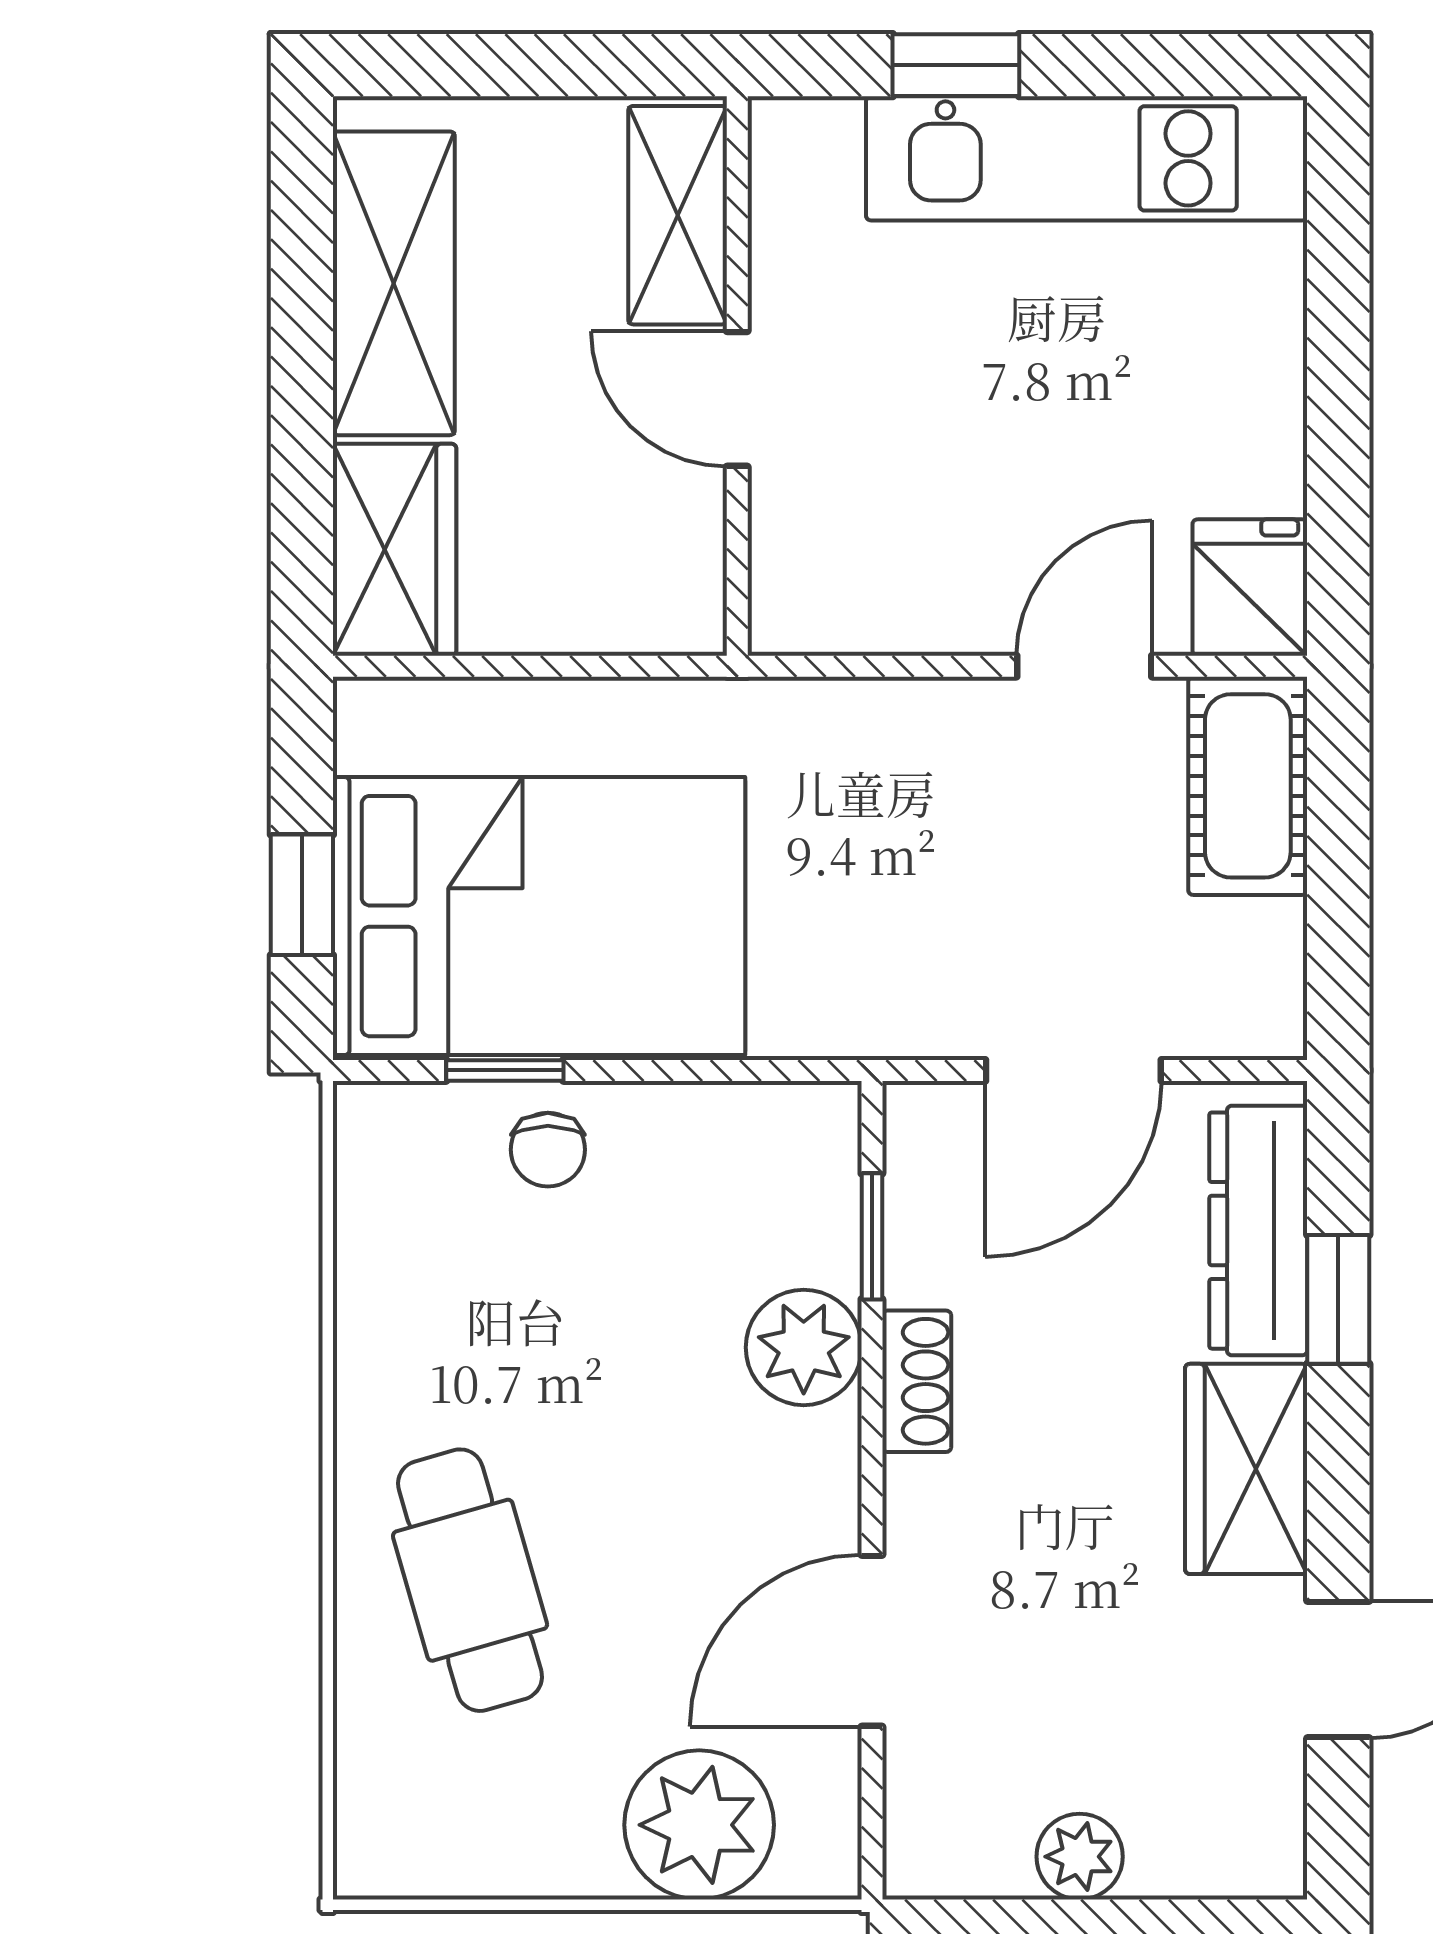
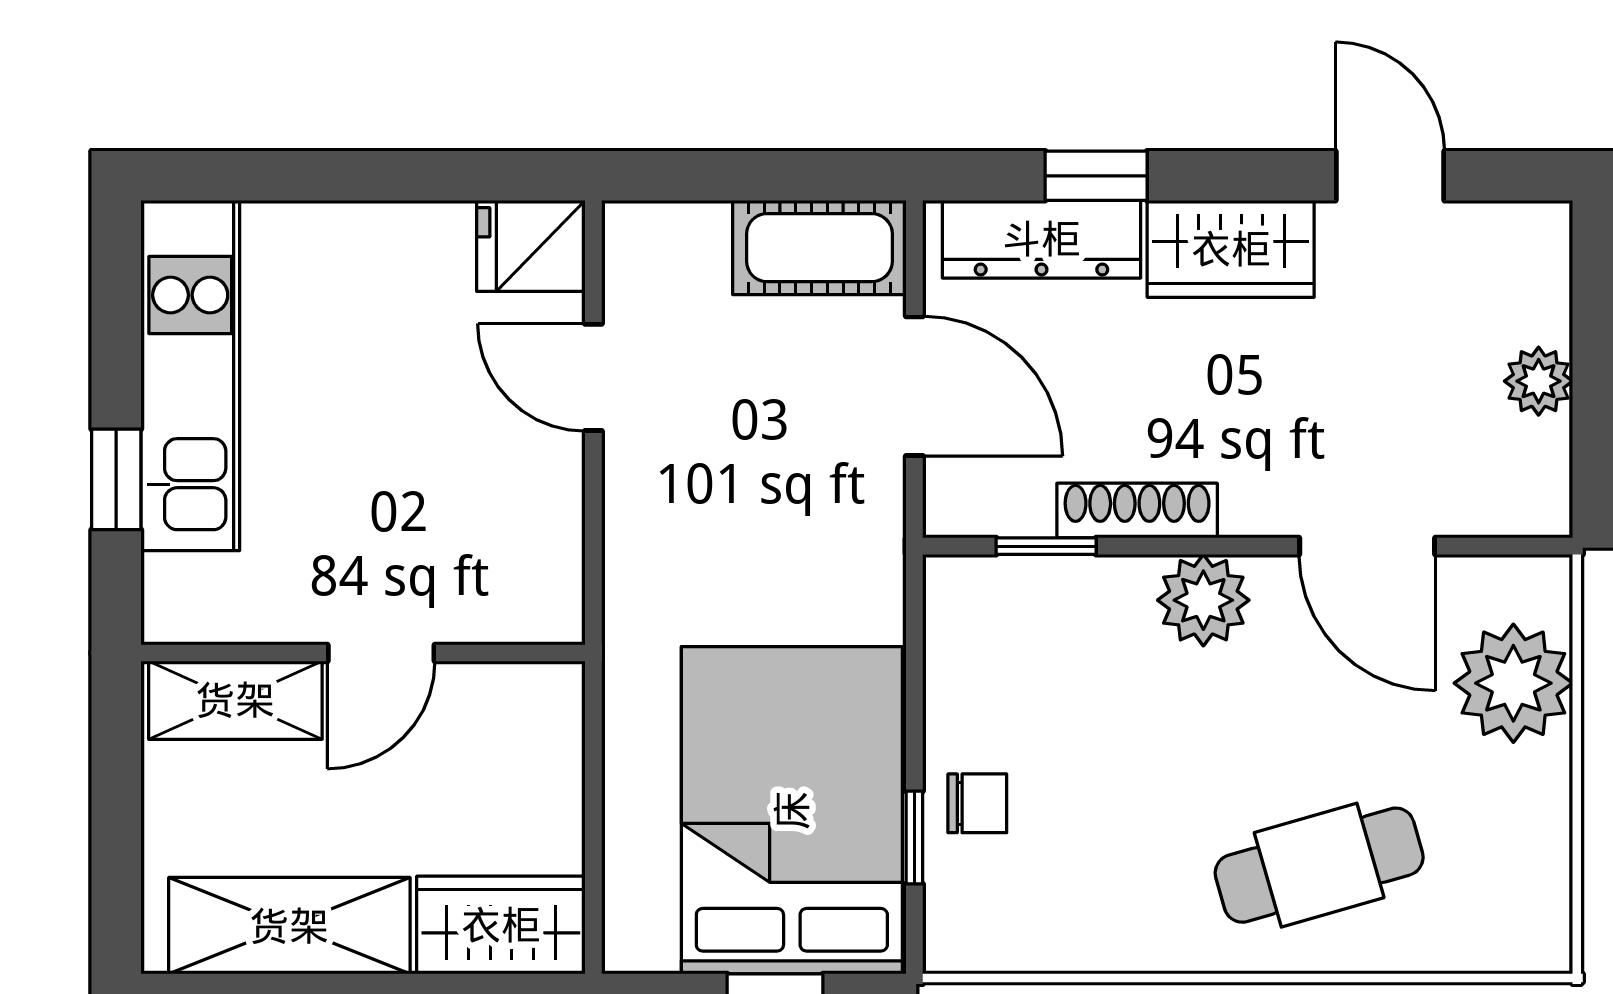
cot: (1248, 786) -> (819, 248), moved
plant: (804, 1347) -> (1203, 600), moved
shoe rack: (917, 1381) -> (1137, 511), width x1.43

